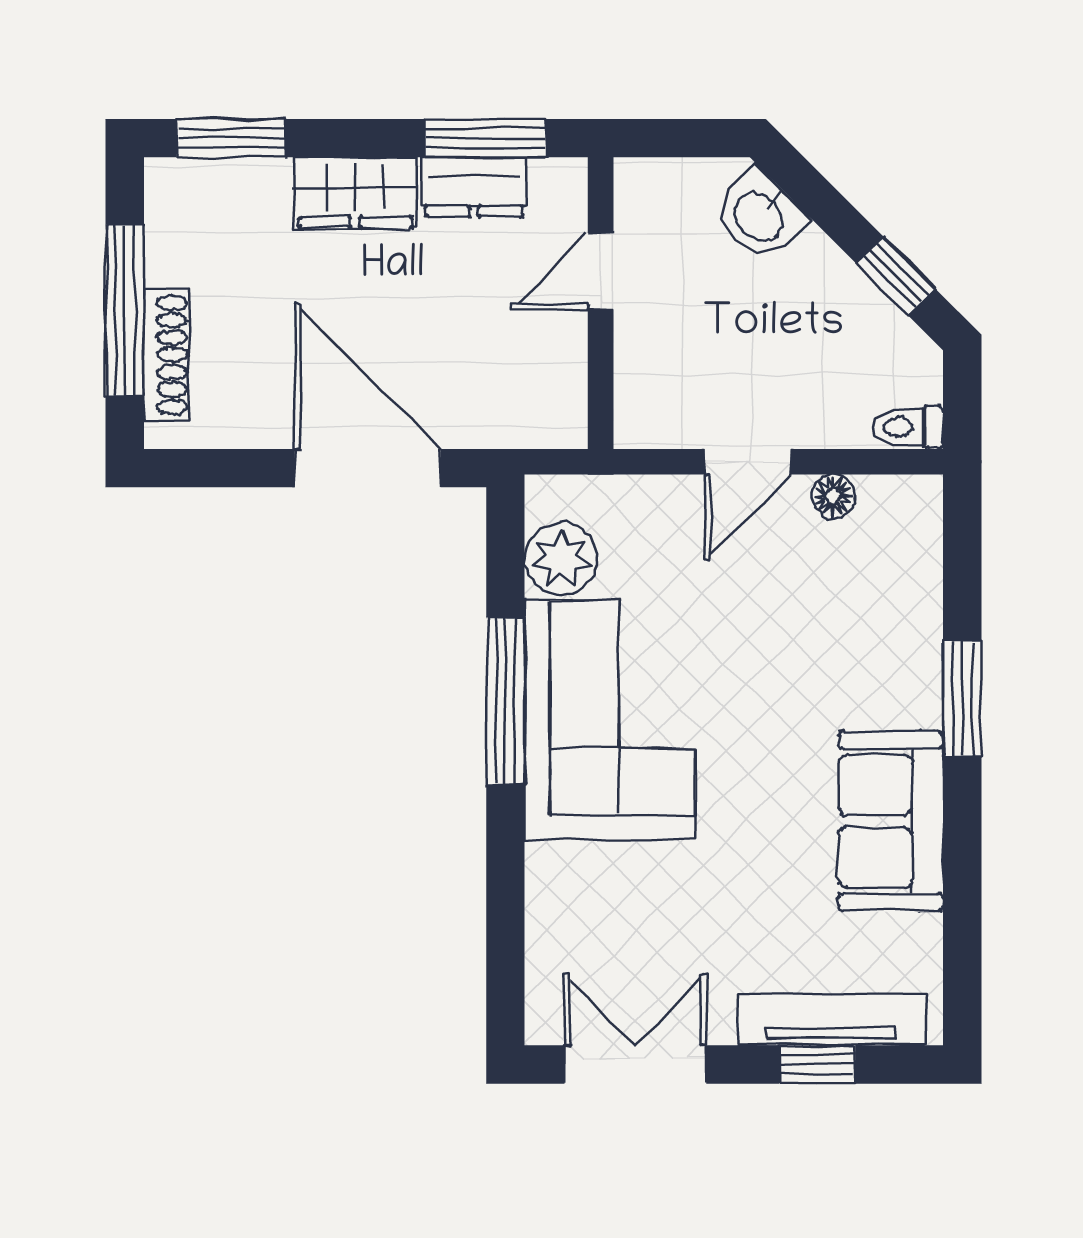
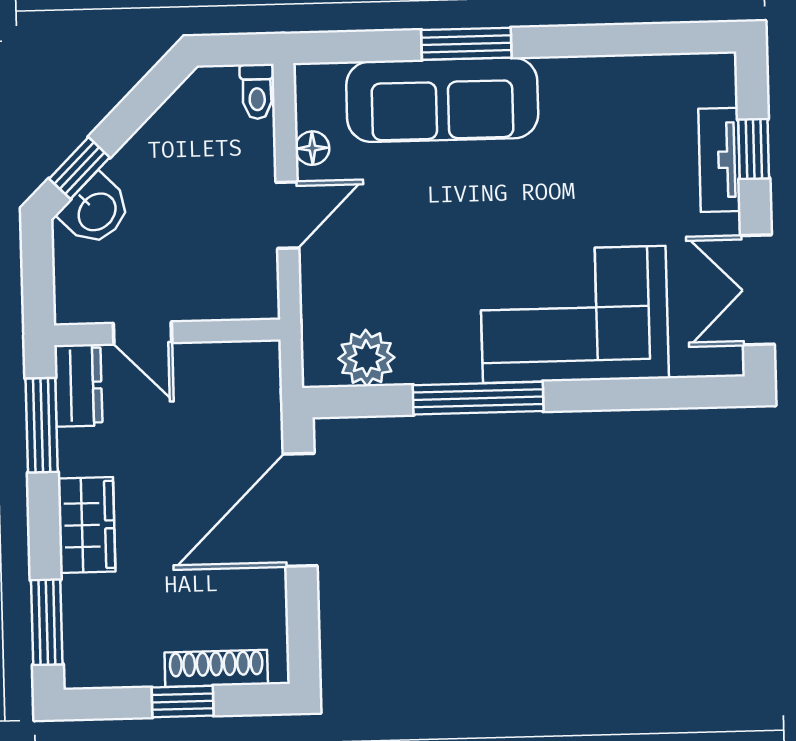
dresser: (474, 187) -> (78, 385), moved
window: (896, 276) -> (79, 168), moved
window: (125, 310) -> (183, 701), width x0.46
door: (748, 462) -> (287, 215), hinge flipped
corner sofa: (610, 720) -> (574, 314), moved
sofa: (891, 821) -> (442, 100), moved, width x1.36
tv unit: (831, 1020) -> (719, 160), width x0.71

